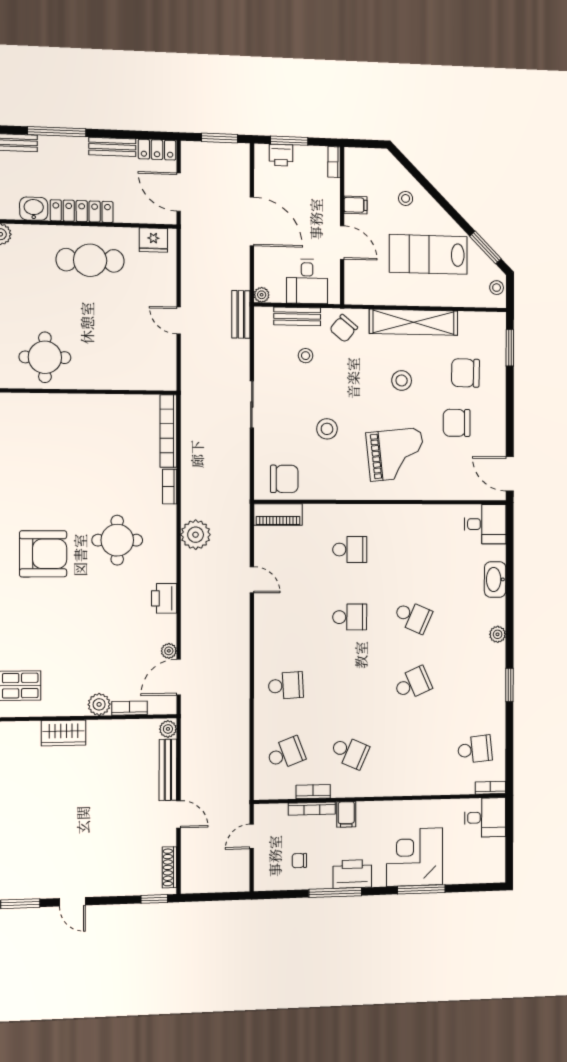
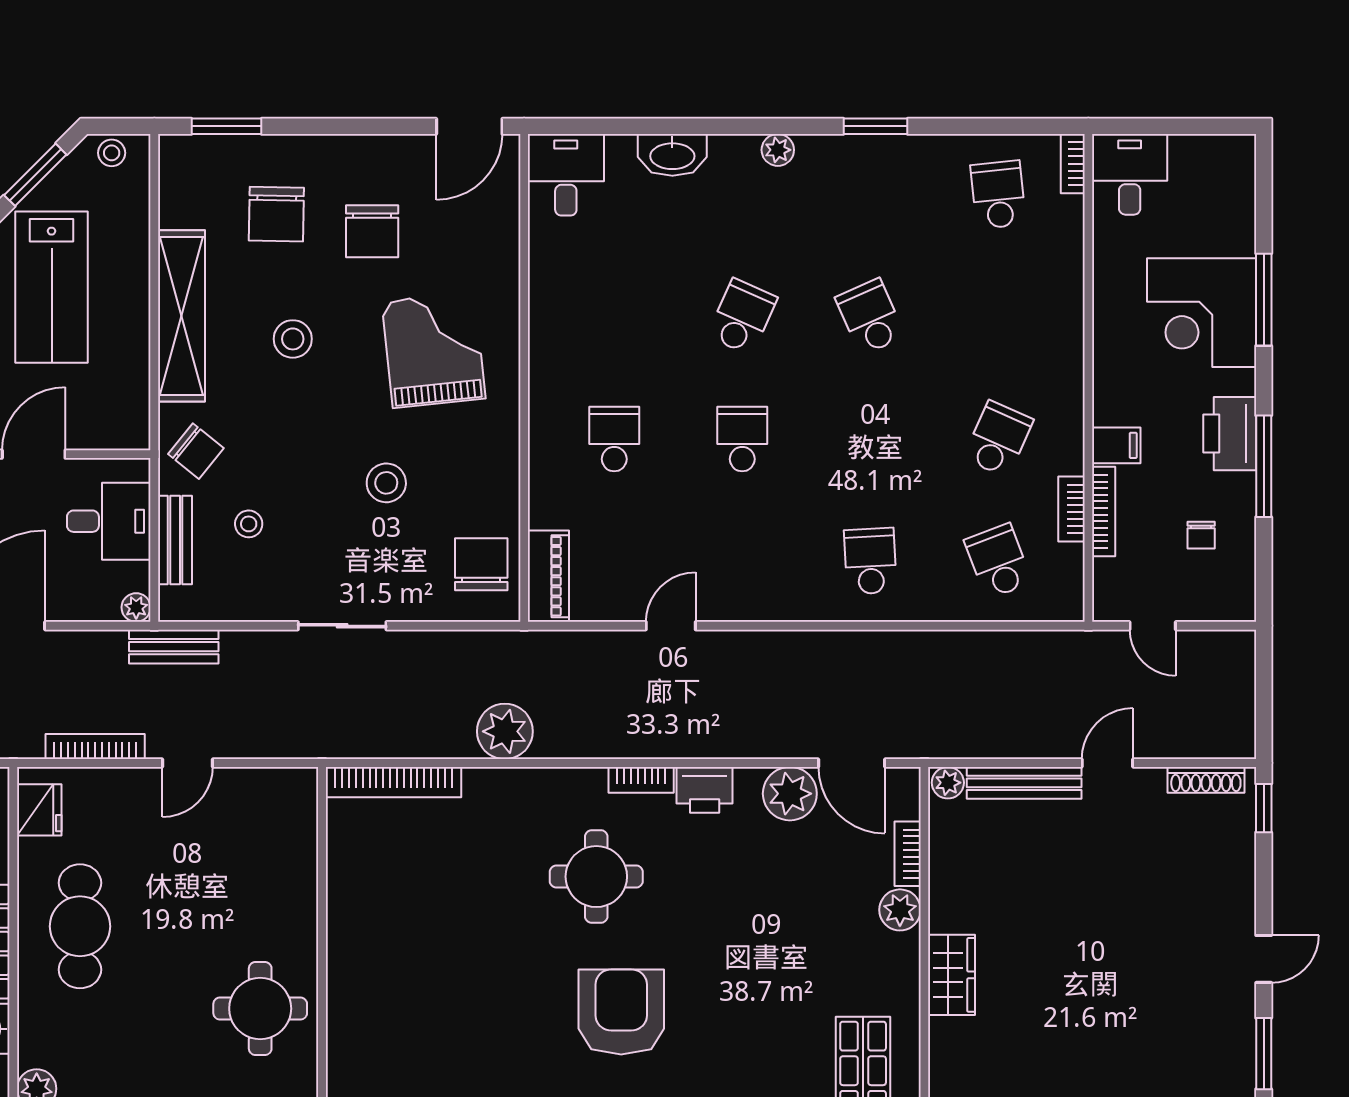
bookcase: (188, 271) -> (95, 746), added
bookcase: (170, 487) -> (641, 780), moved
plant: (196, 535) -> (505, 731), moved
plant: (169, 651) -> (790, 794), width x1.87, depth x1.87

